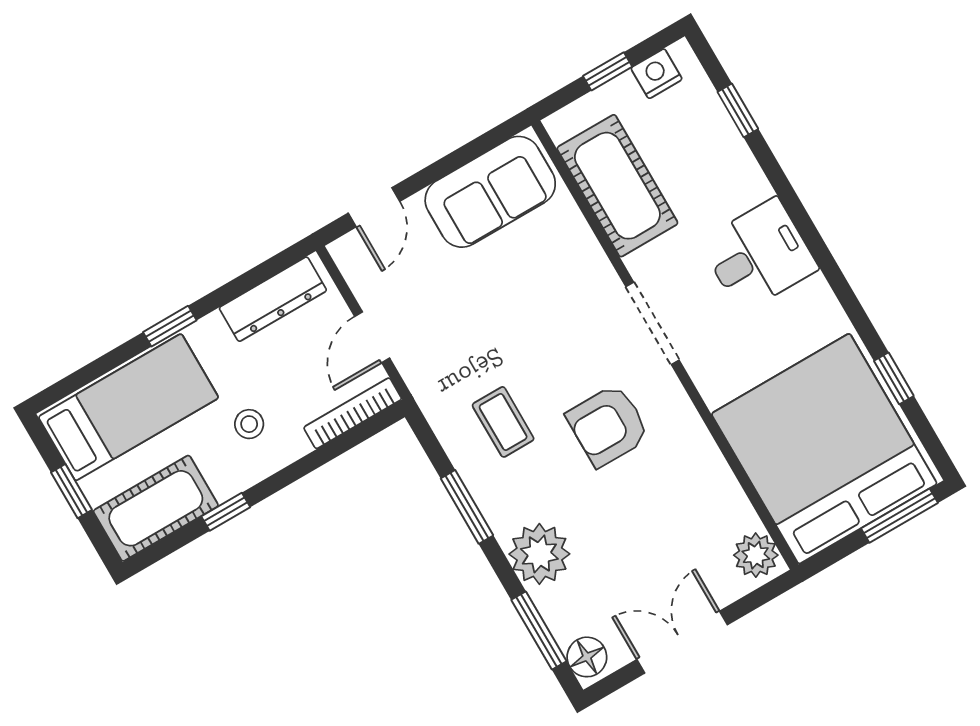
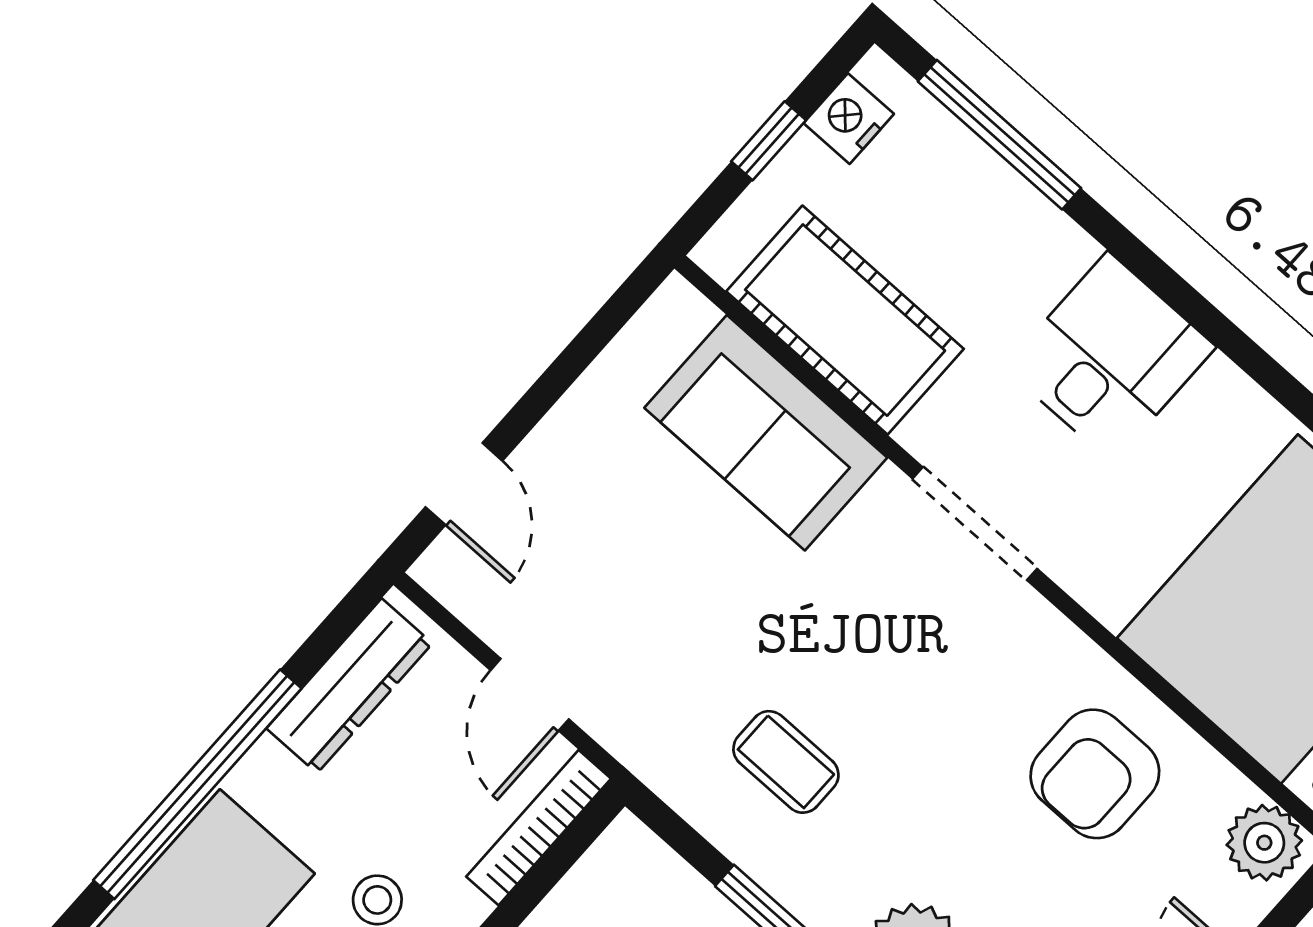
window: (738, 110) -> (999, 135), width x2.17
sofa: (490, 192) -> (766, 433), moved, turned 90
window: (170, 326) -> (197, 784), width x3.17
armchair: (608, 425) -> (1095, 774), moved

